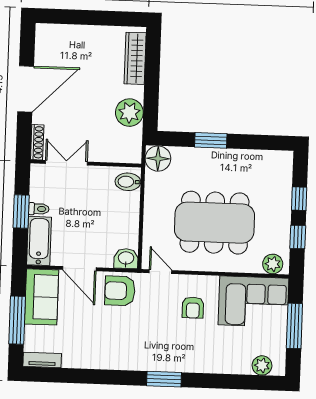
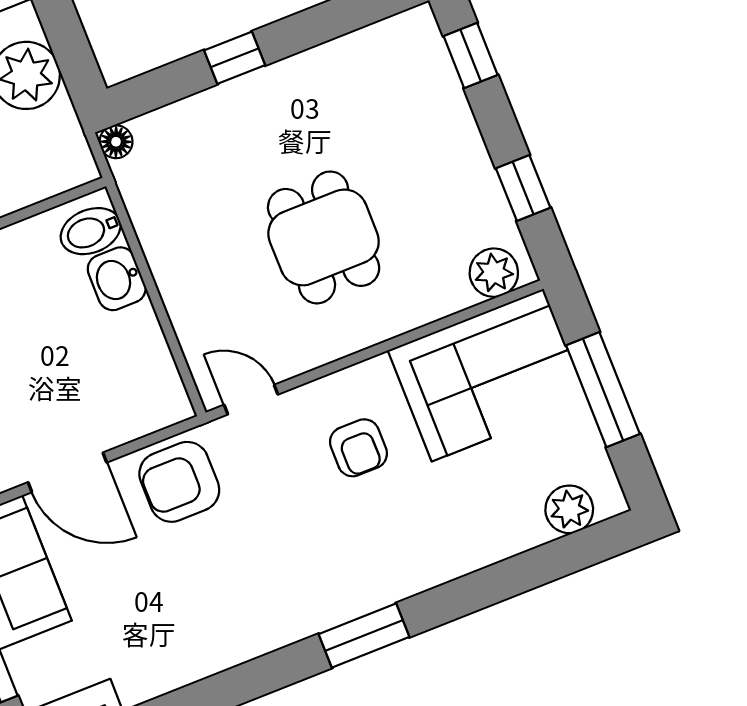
window: (211, 140) -> (235, 58), width x0.67
floor lamp: (158, 159) -> (116, 142), width x0.53, depth x0.53
window: (299, 199) -> (471, 55), moved
dining table: (214, 223) -> (324, 237), width x0.53, depth x0.80
washbasin: (126, 259) -> (117, 279), moved, turned -90

